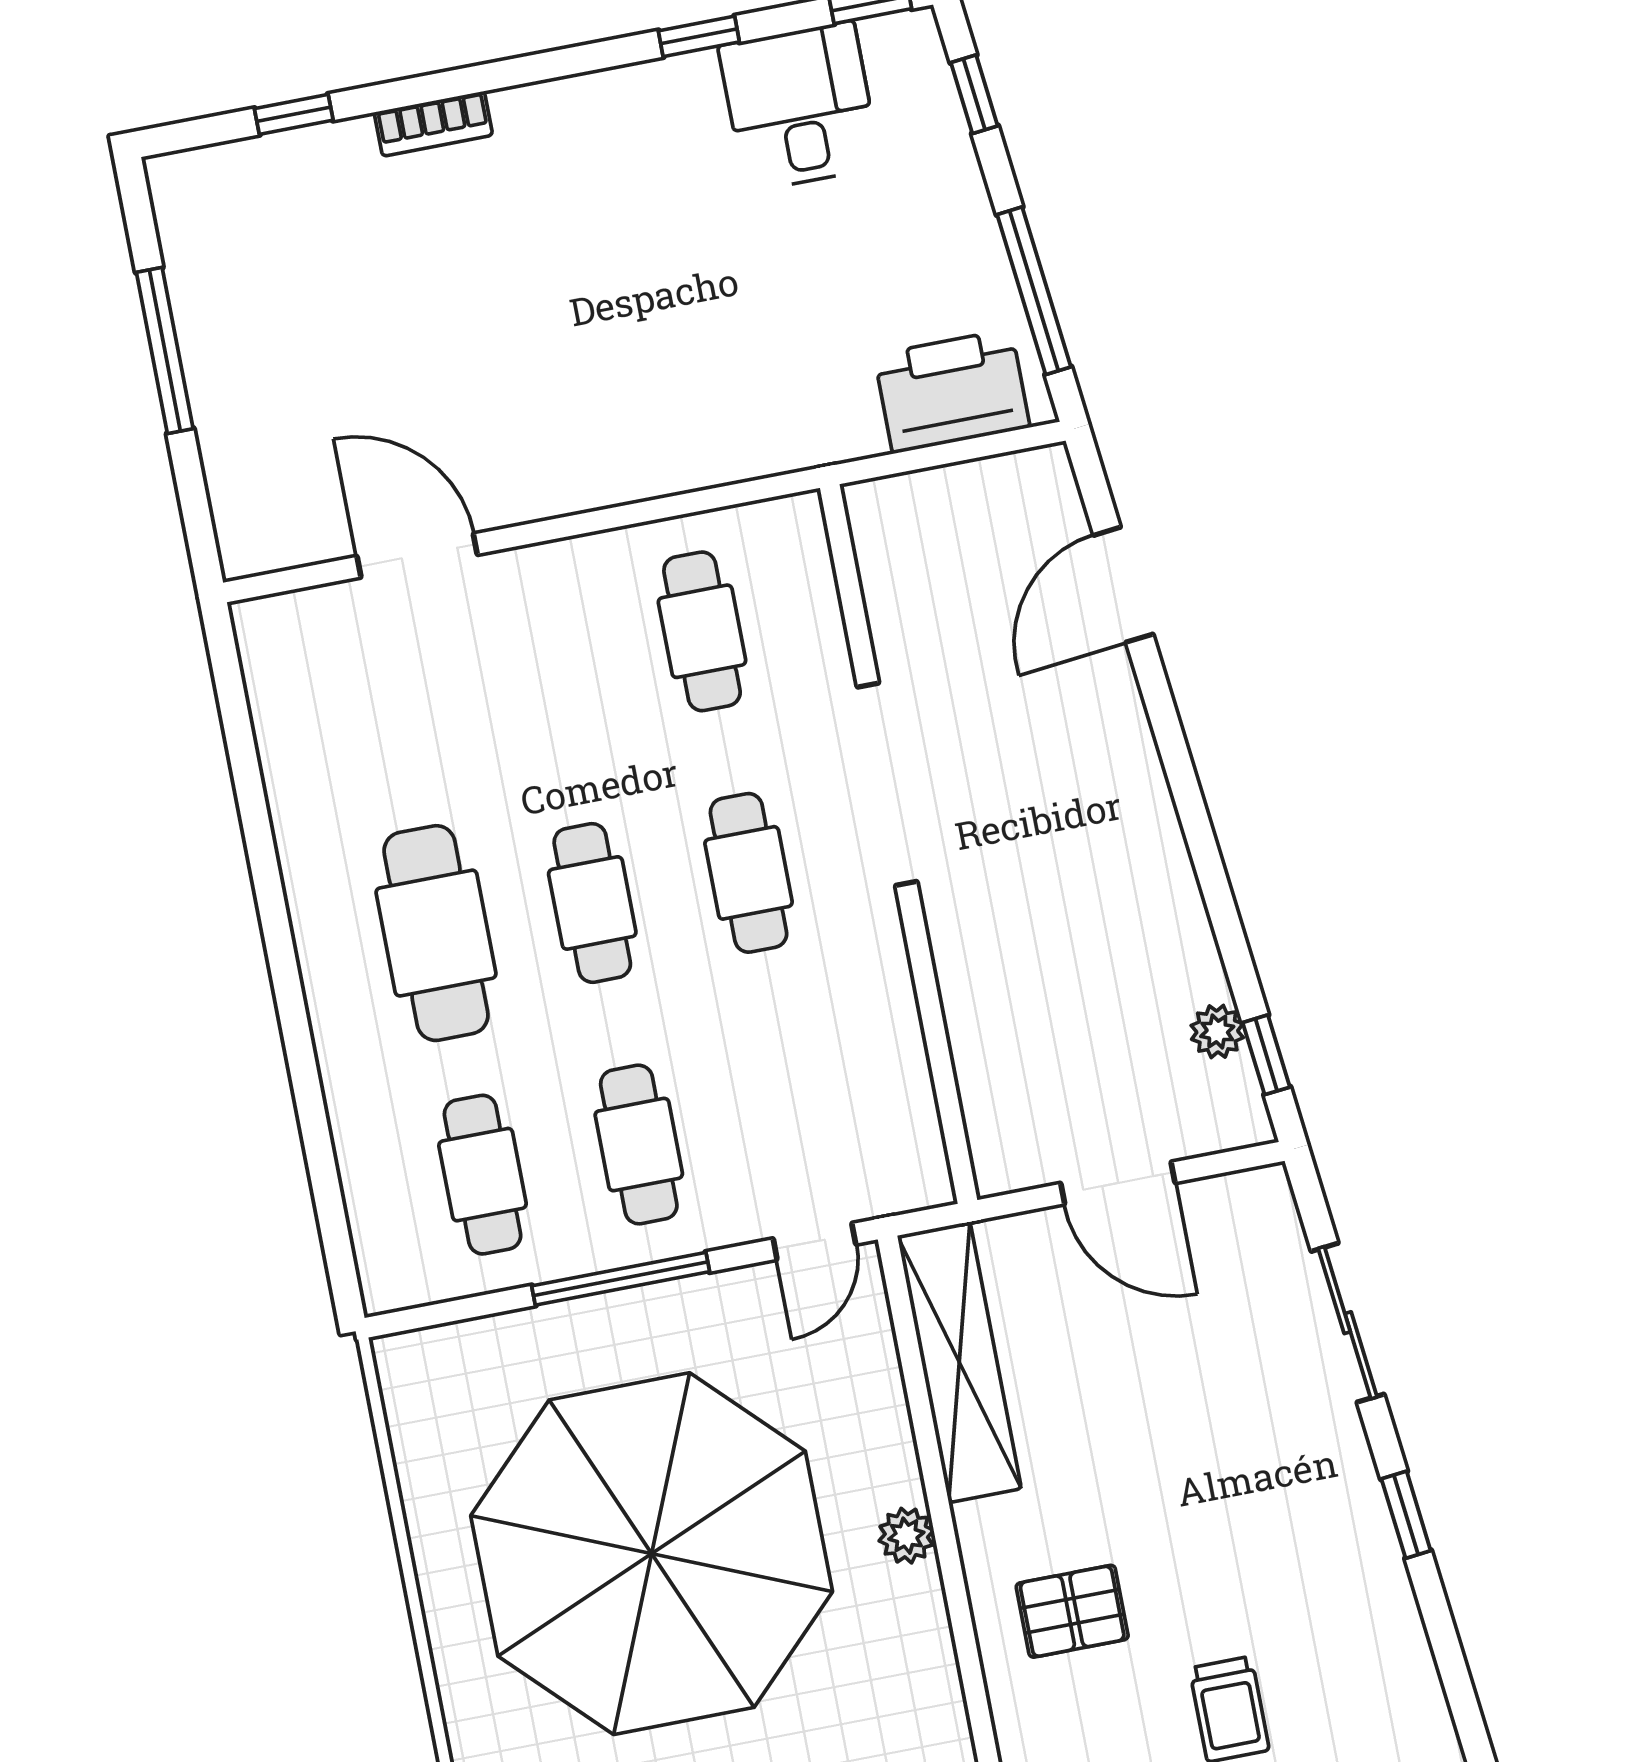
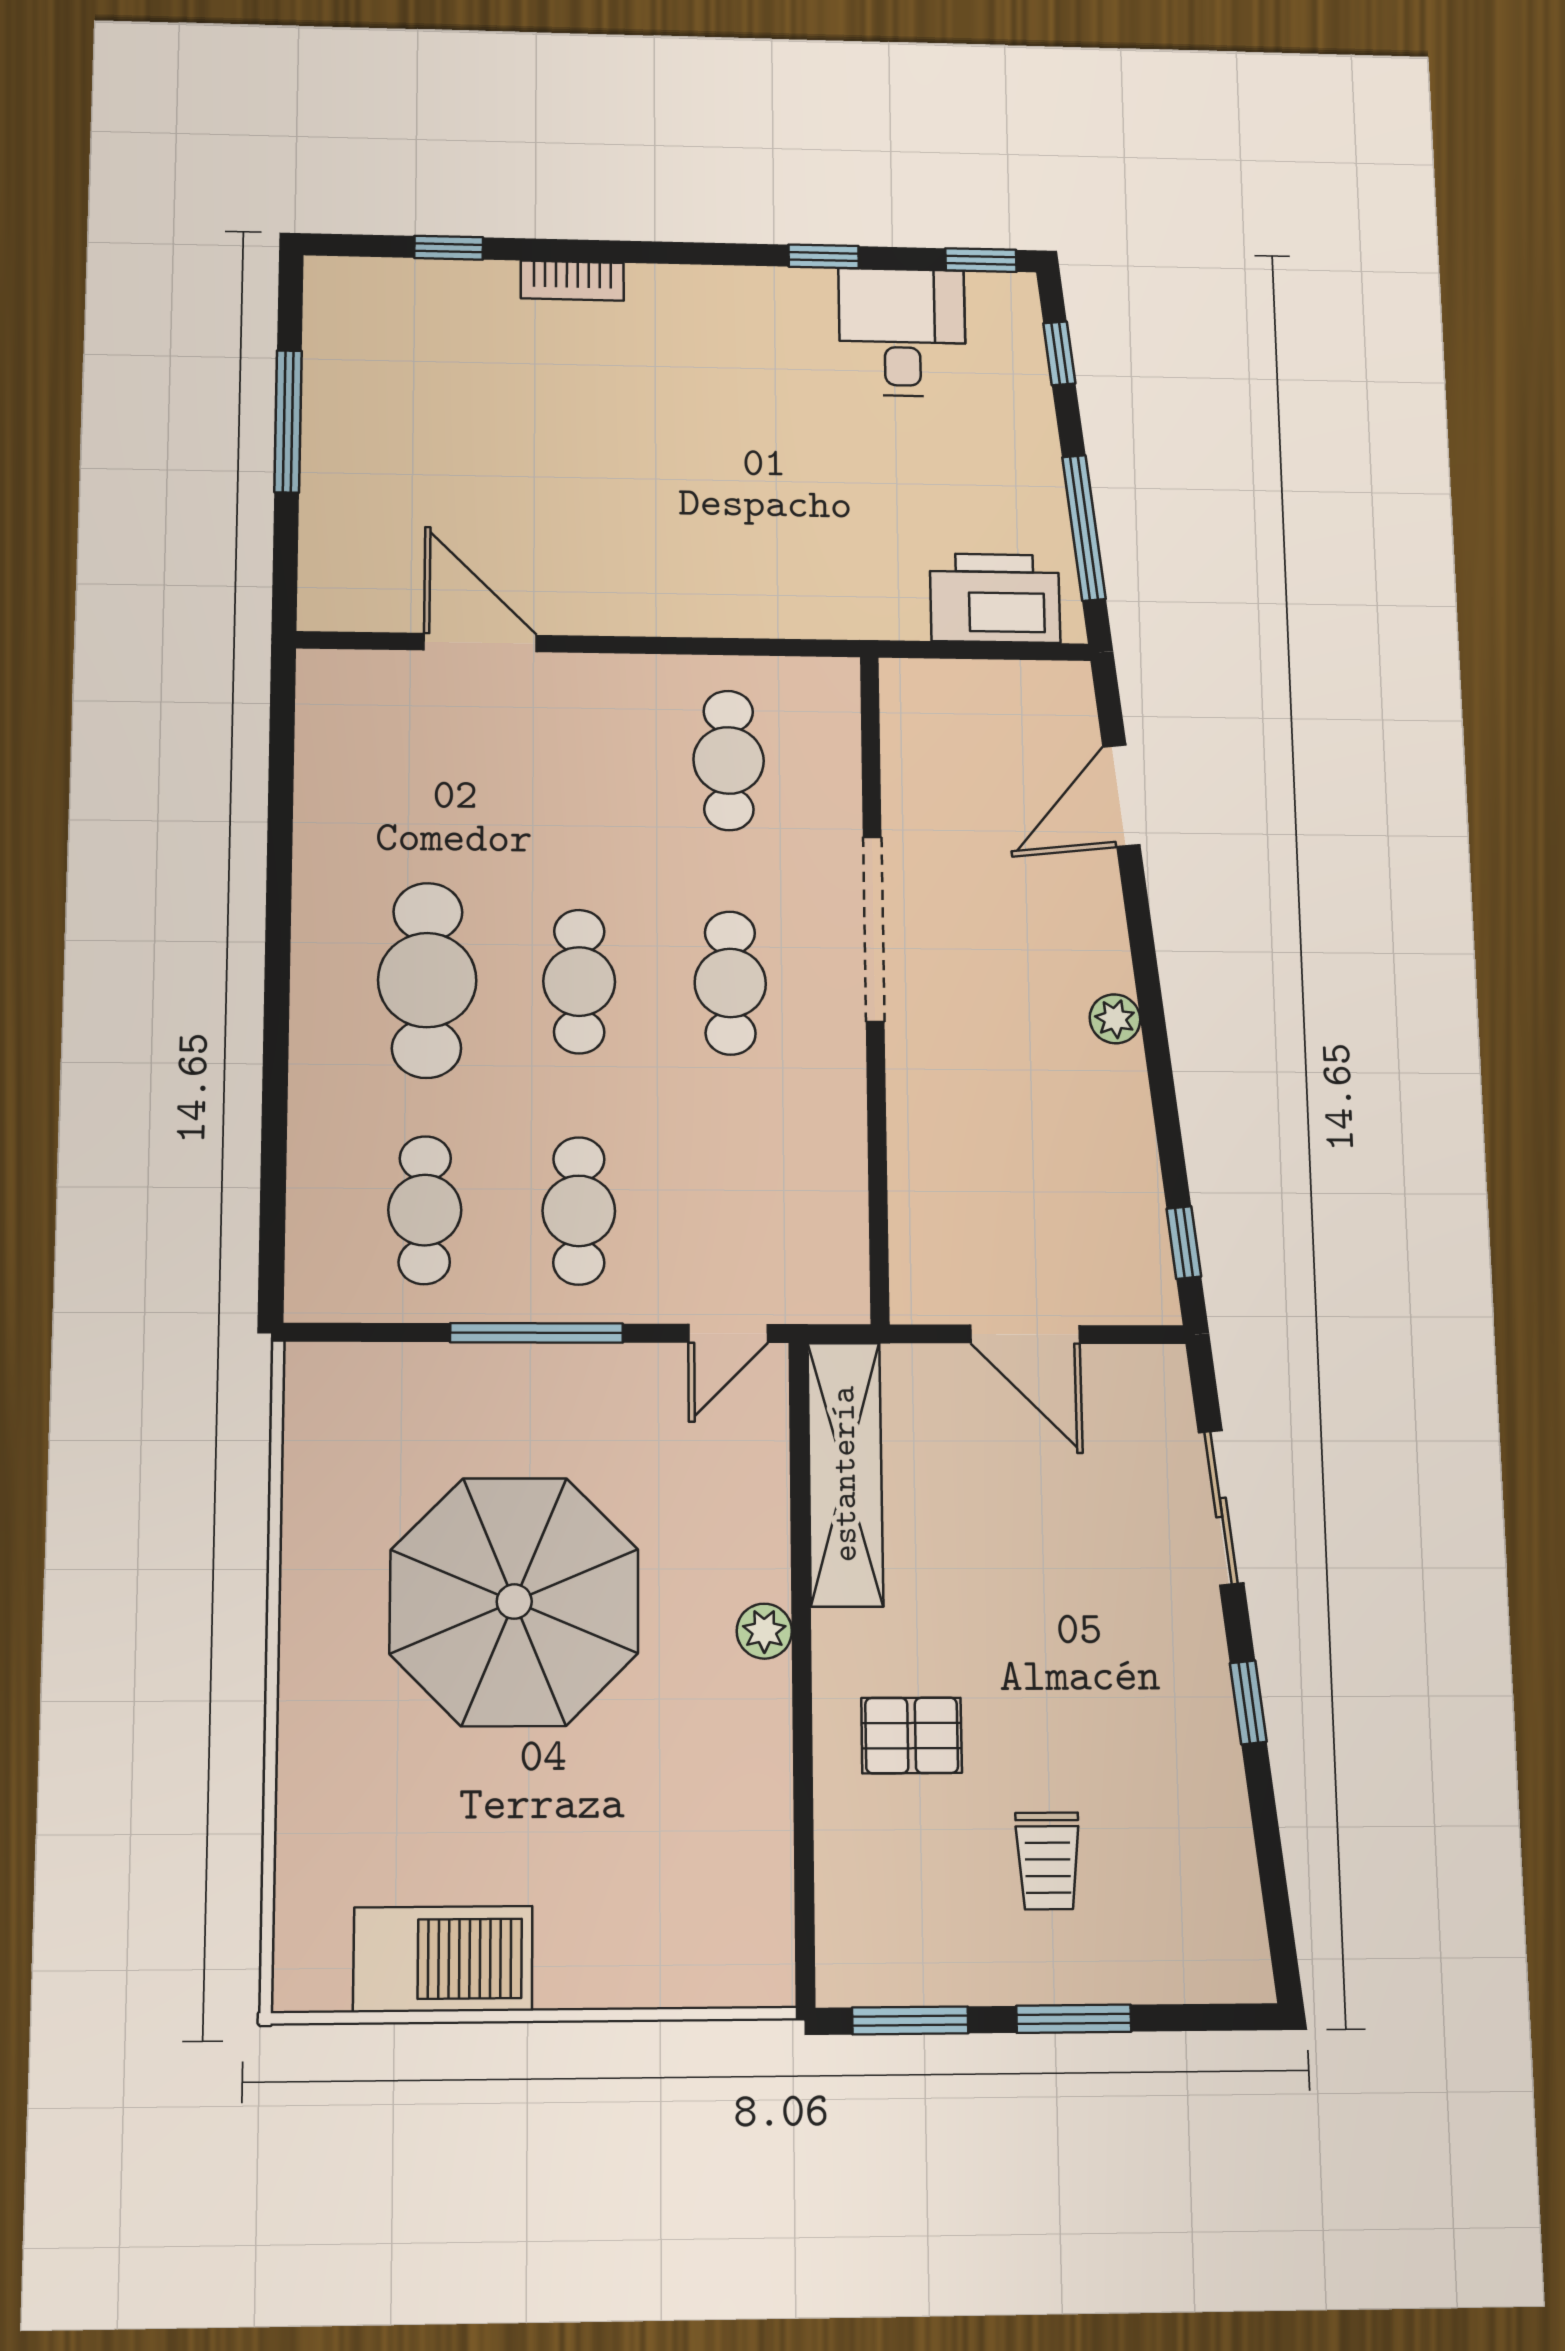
plant: (1217, 1031) -> (1115, 1019), moved
parasol: (652, 1554) -> (514, 1602), width x0.73, depth x0.73

